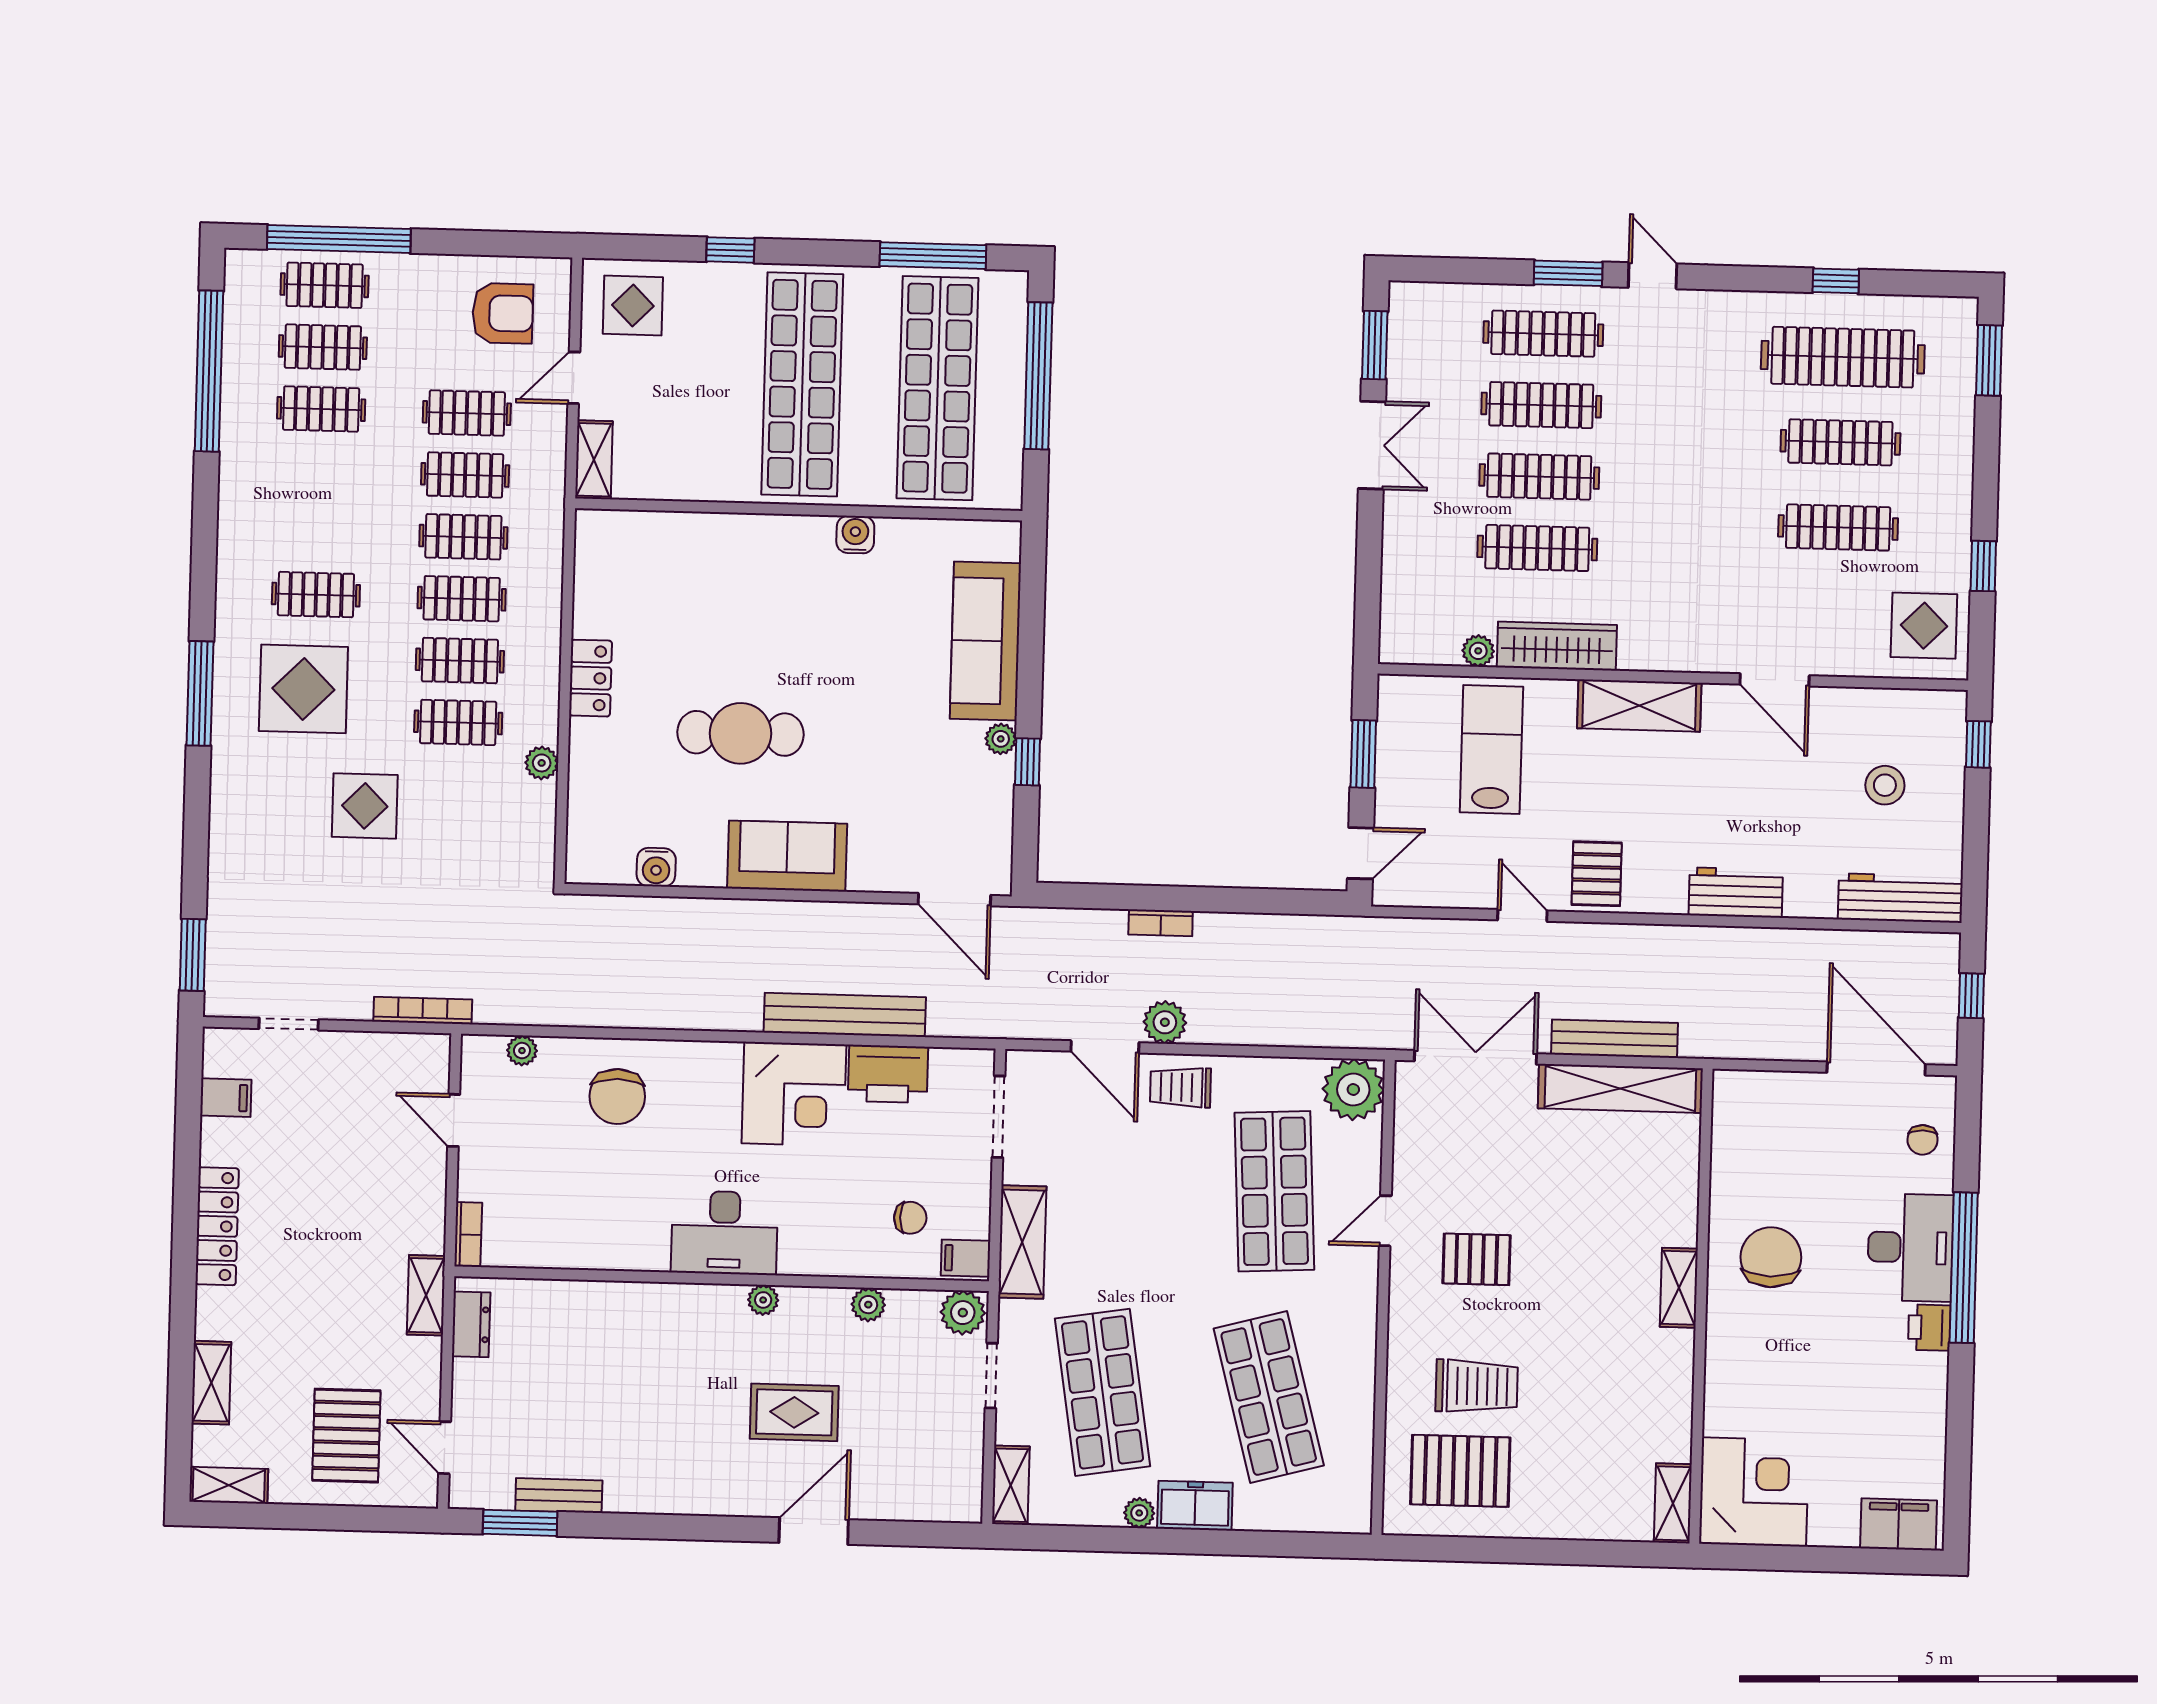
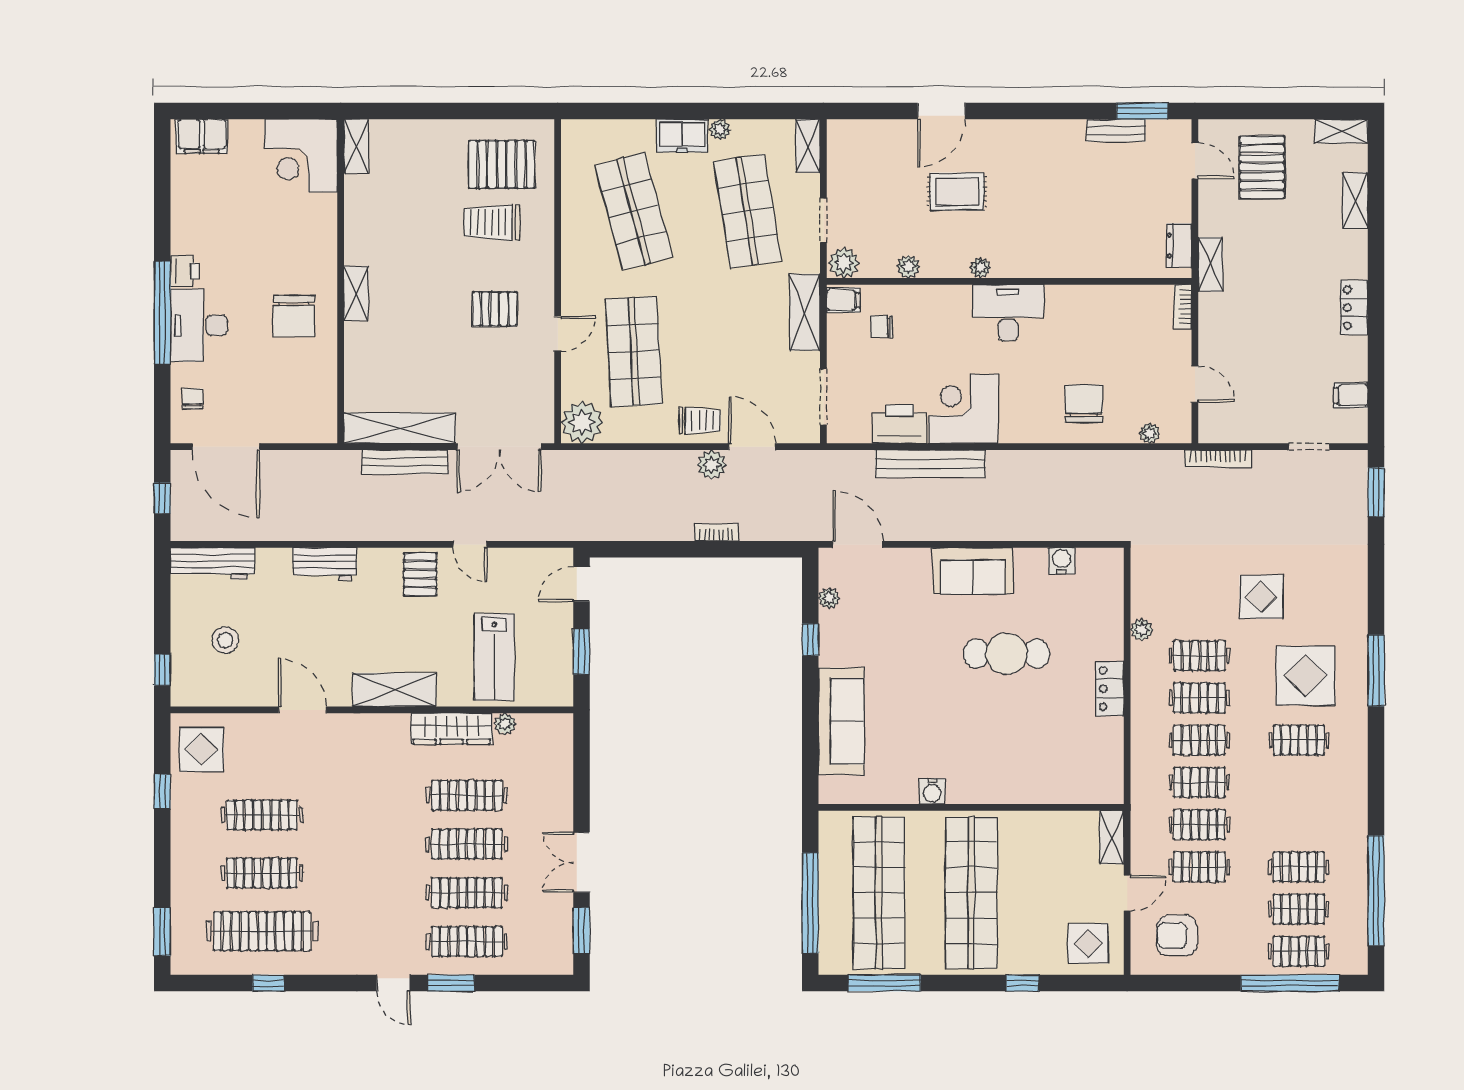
plant: (1001, 739) -> (829, 598), moved
locker: (217, 1226) -> (1354, 308), width x0.66

